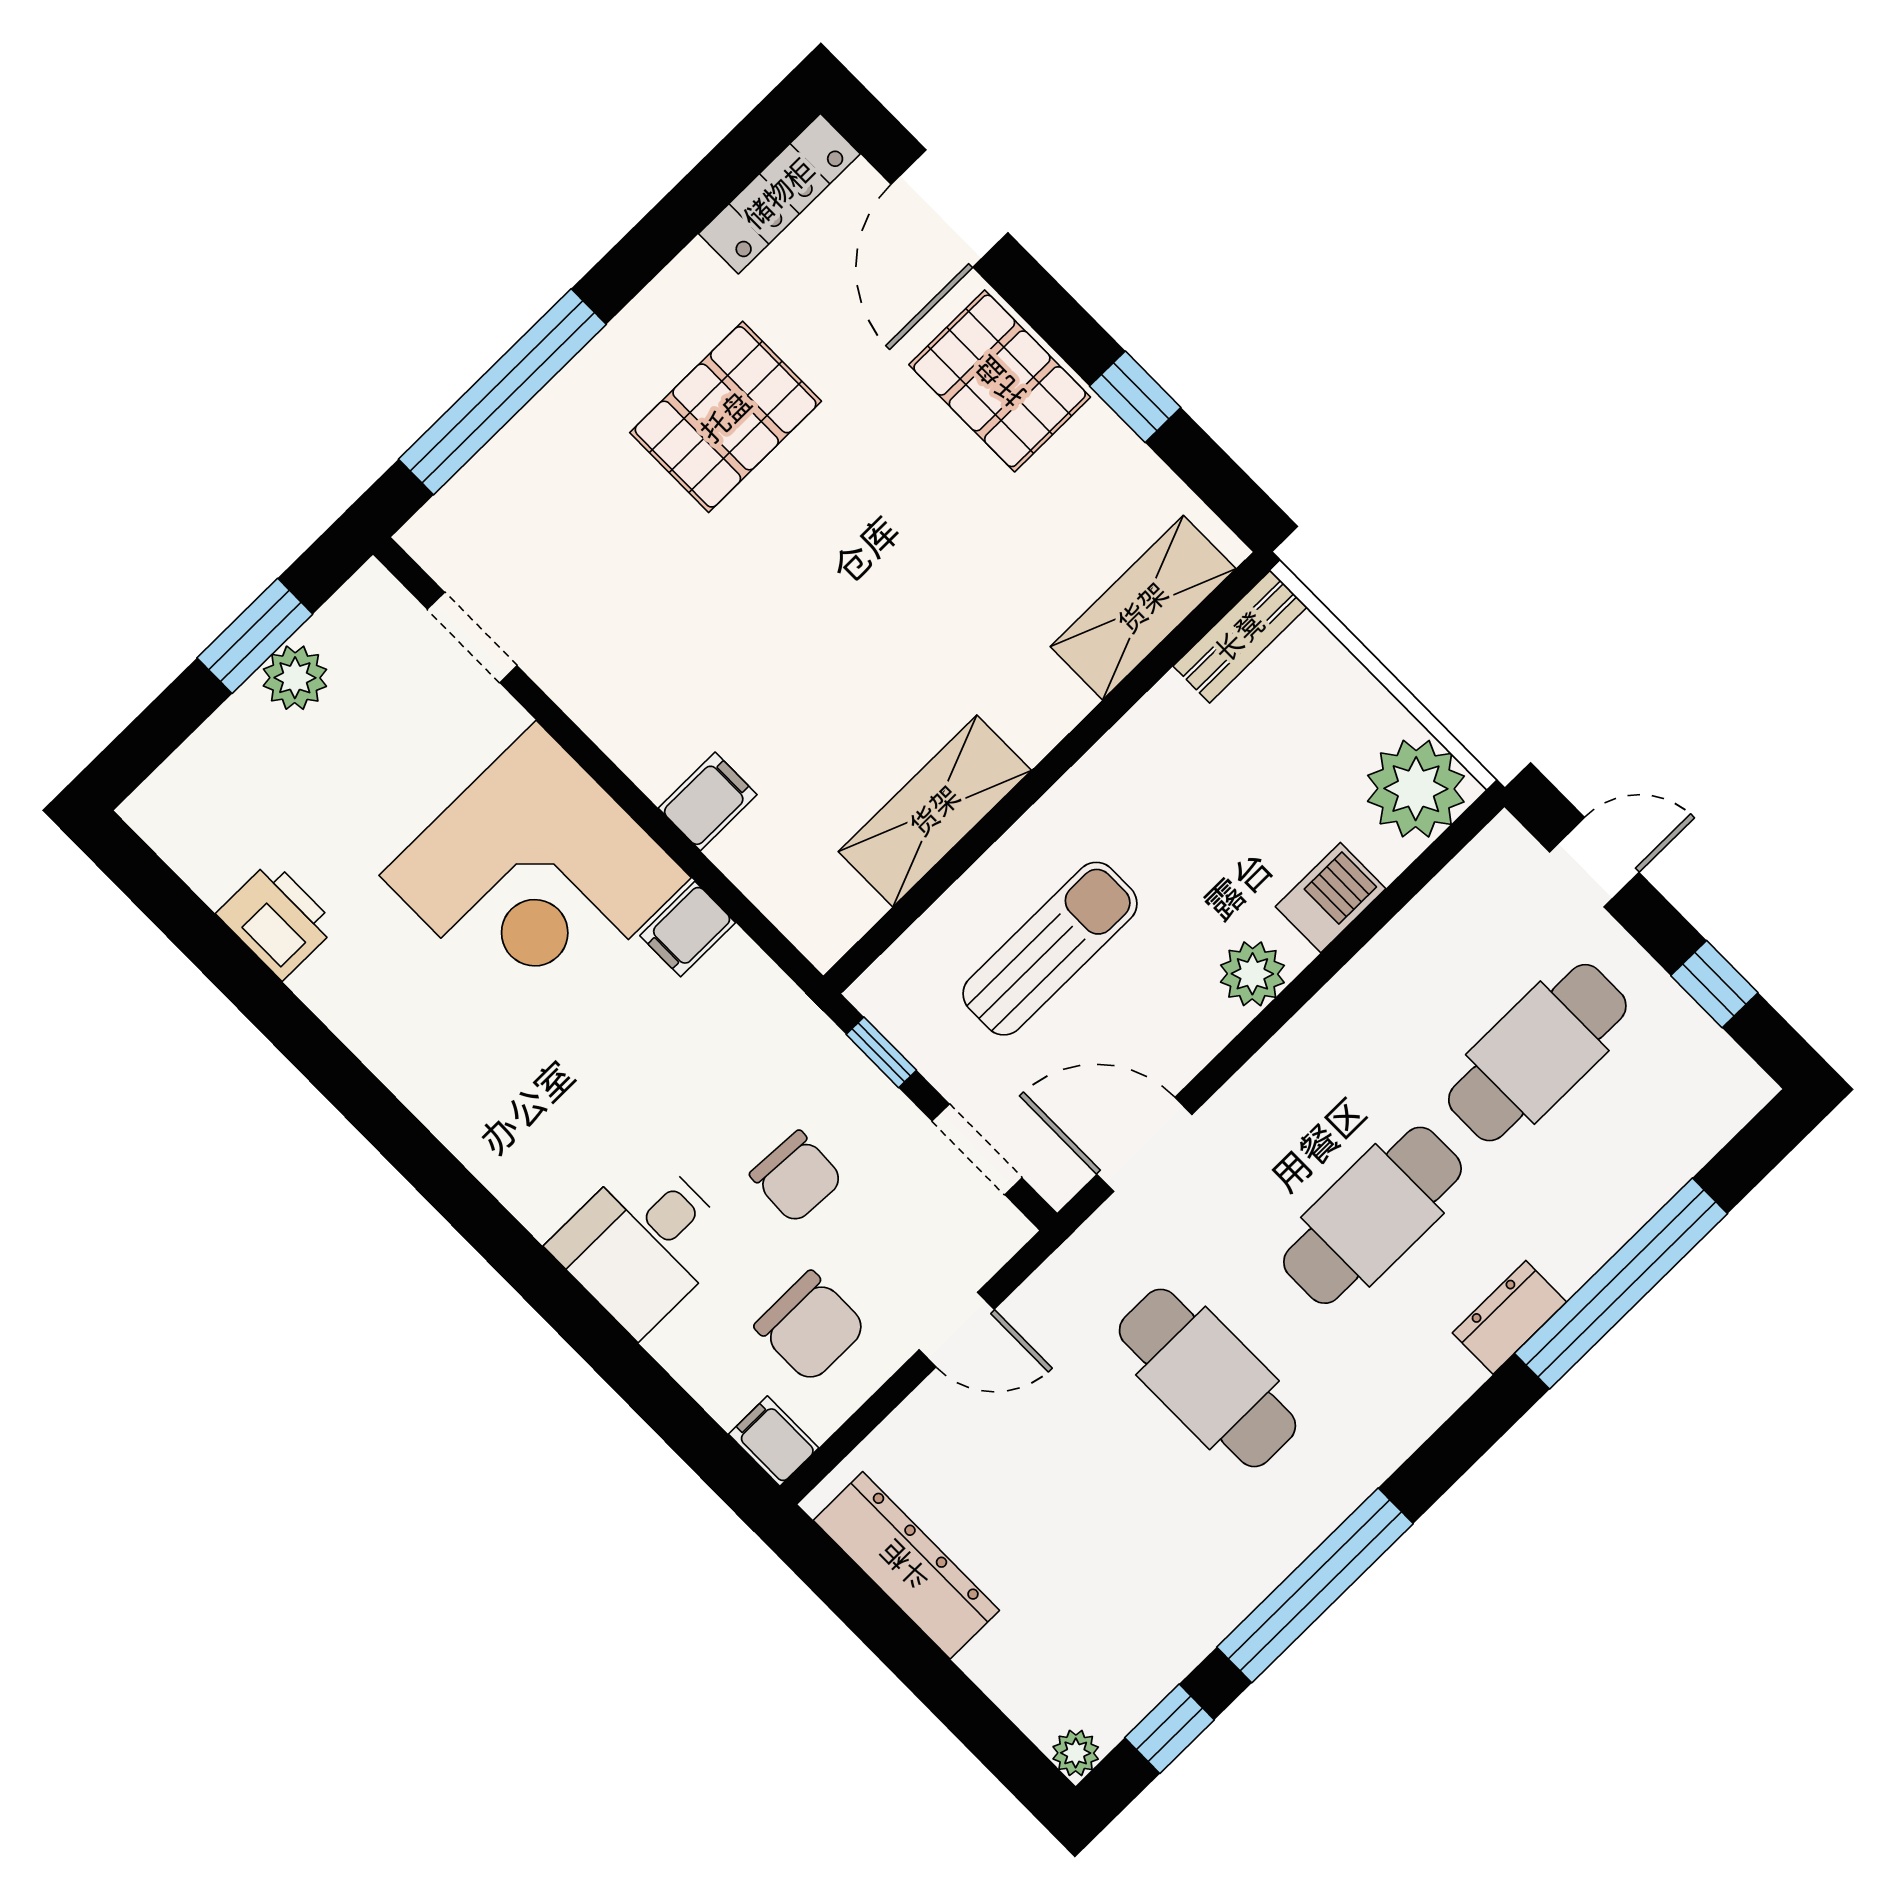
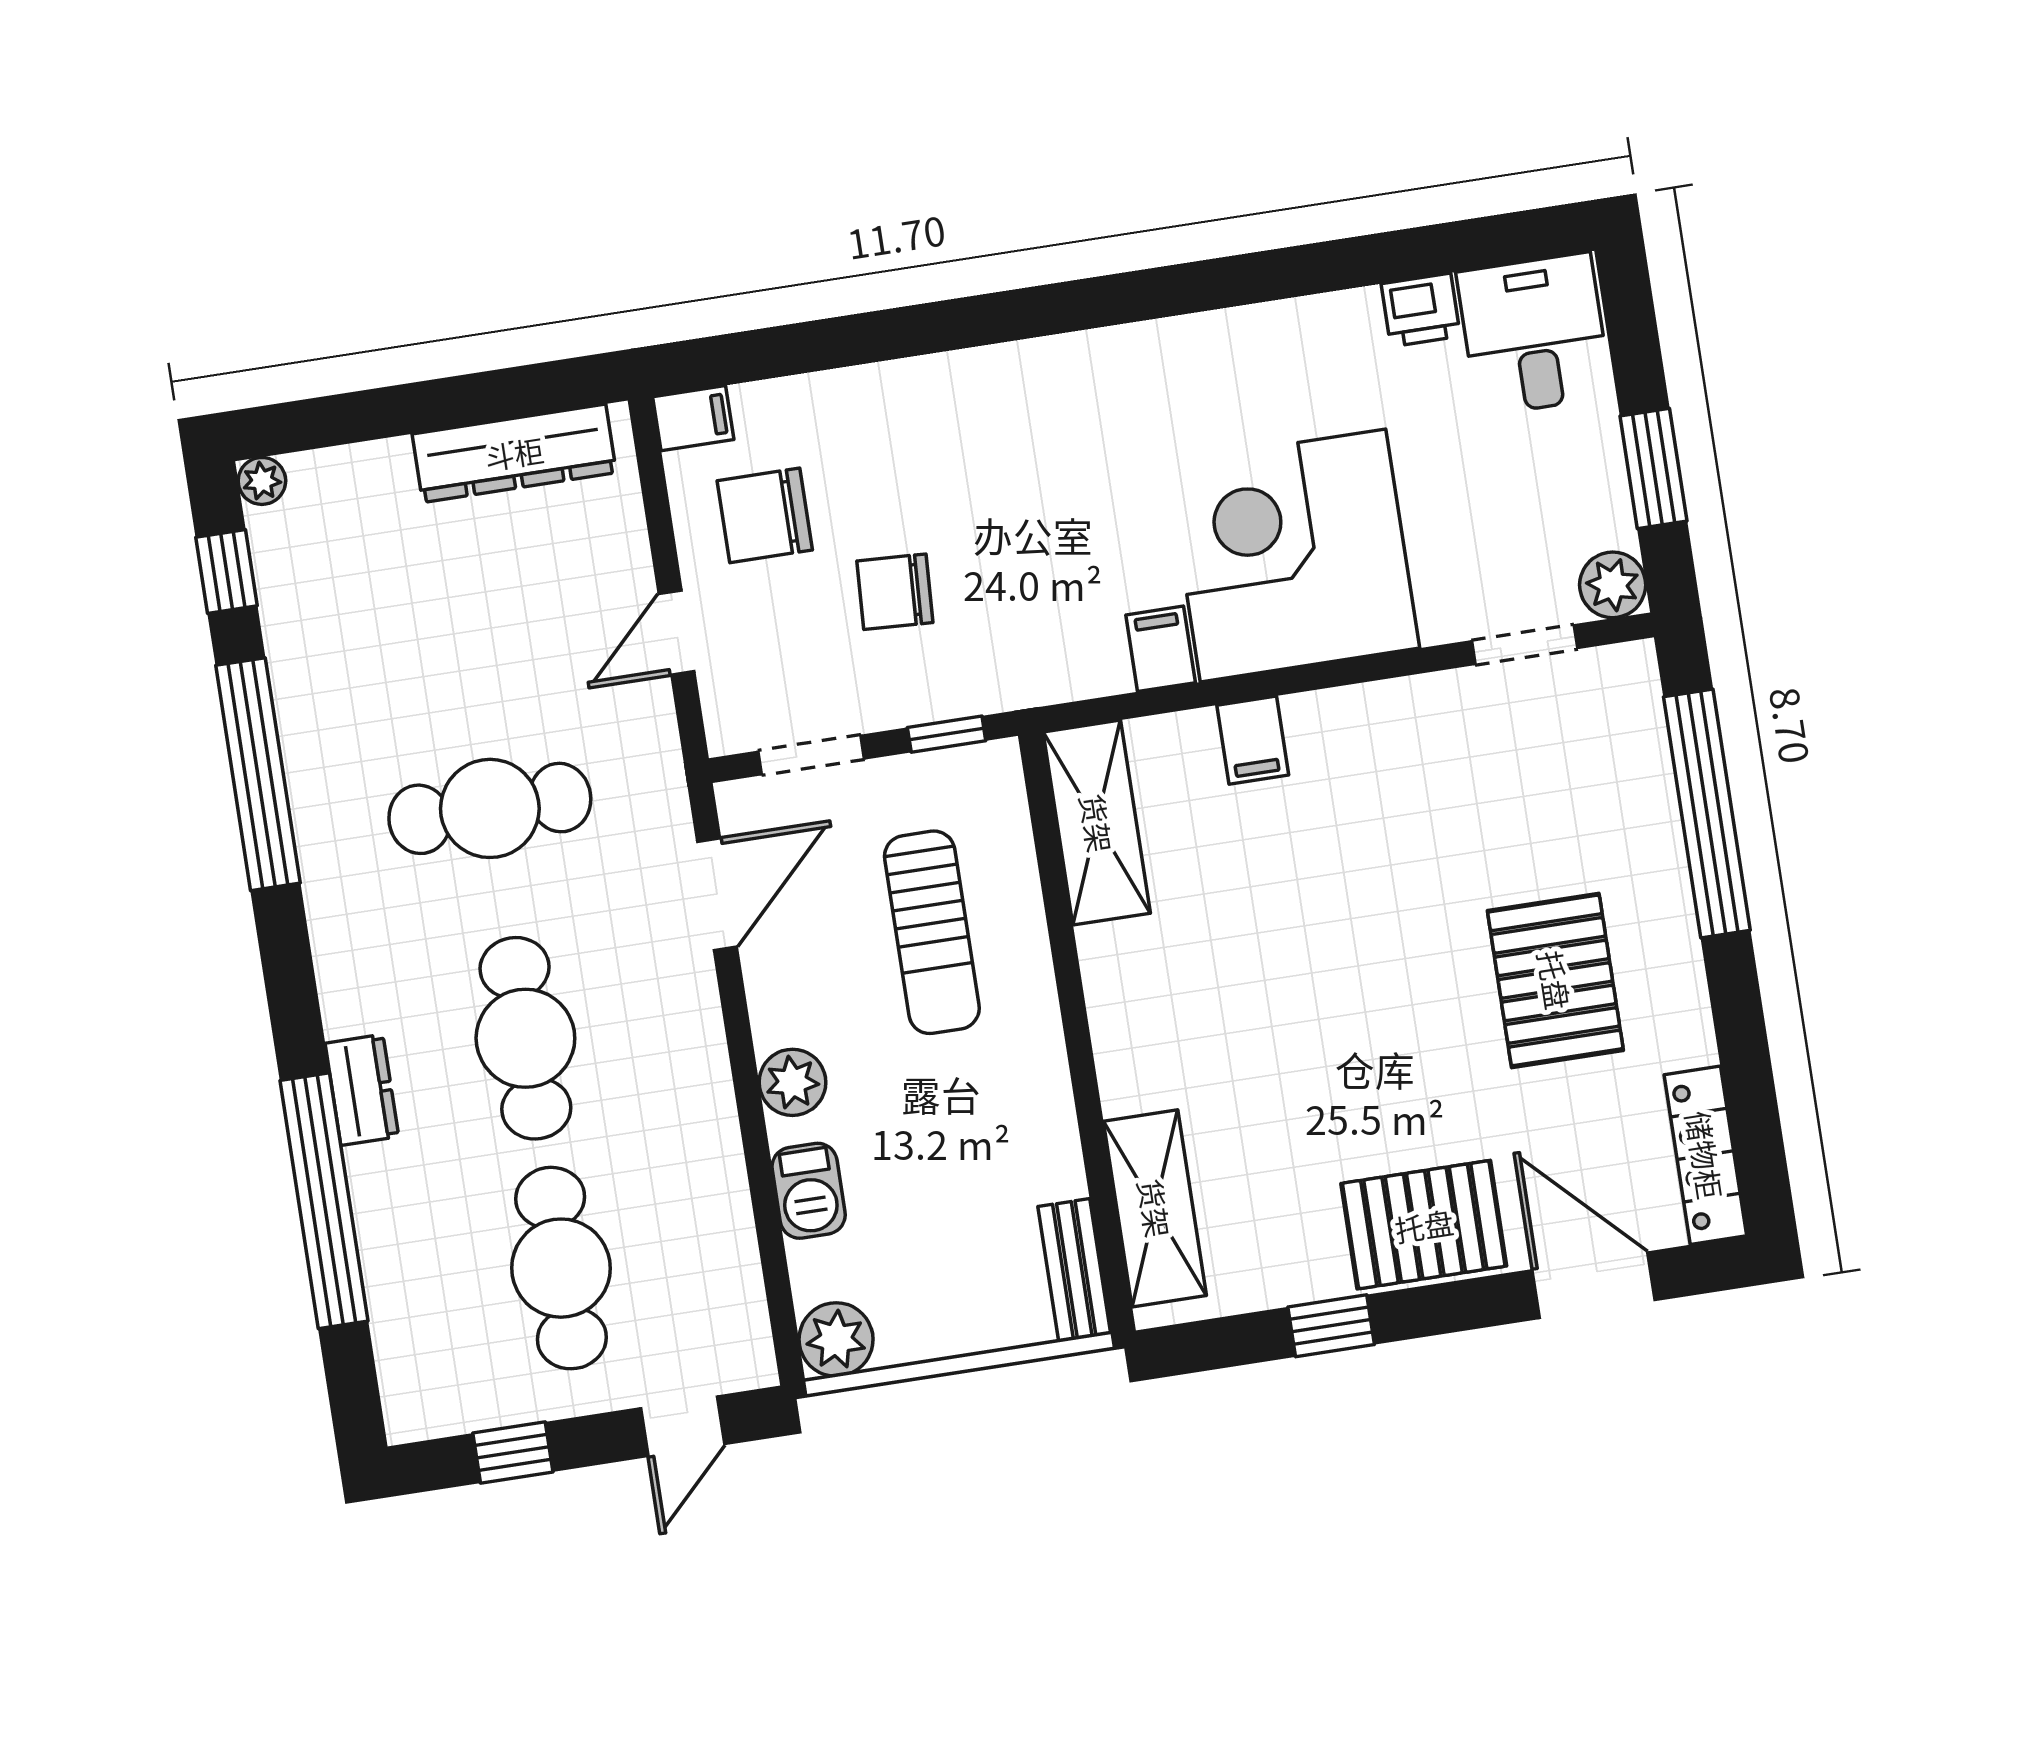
plant: (295, 678) -> (1613, 585), moved
plant: (1416, 789) -> (836, 1340), width x0.73, depth x0.73
shelving: (935, 811) -> (1097, 823), moved
printer: (277, 920) -> (1421, 310), width x0.73, depth x0.81
desk: (643, 1243) -> (1534, 334), moved

